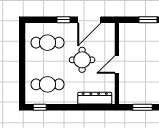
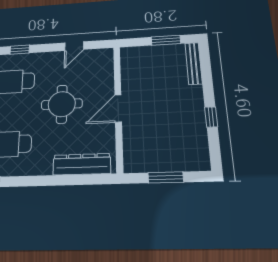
window: (63, 20) -> (20, 50), moved
door: (89, 20) -> (74, 46), width x0.53

